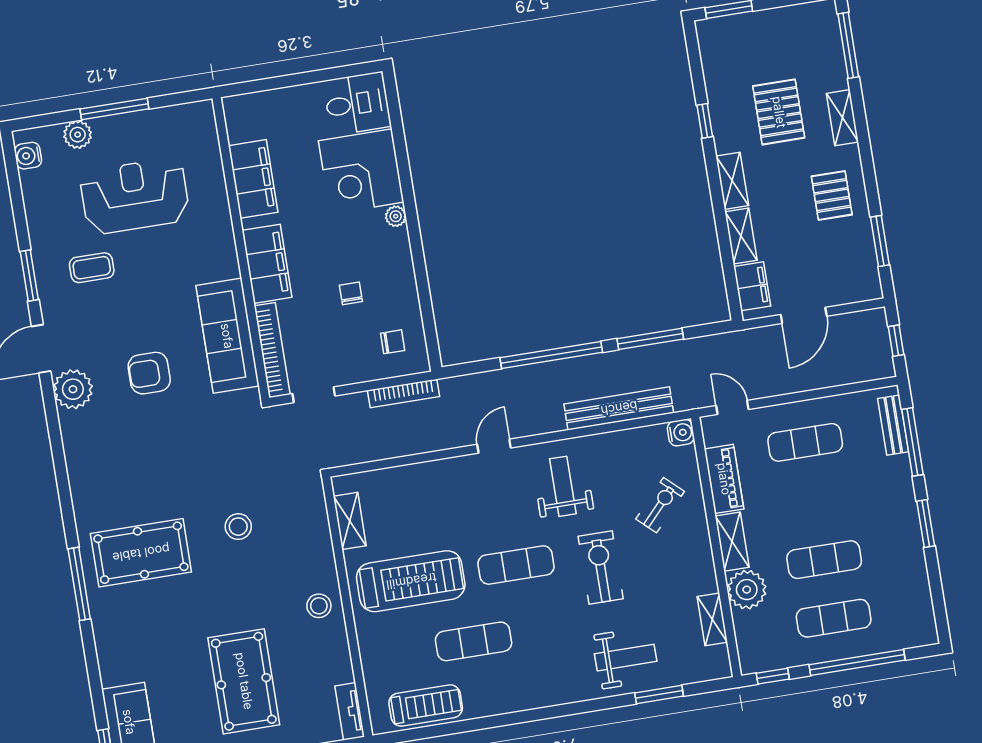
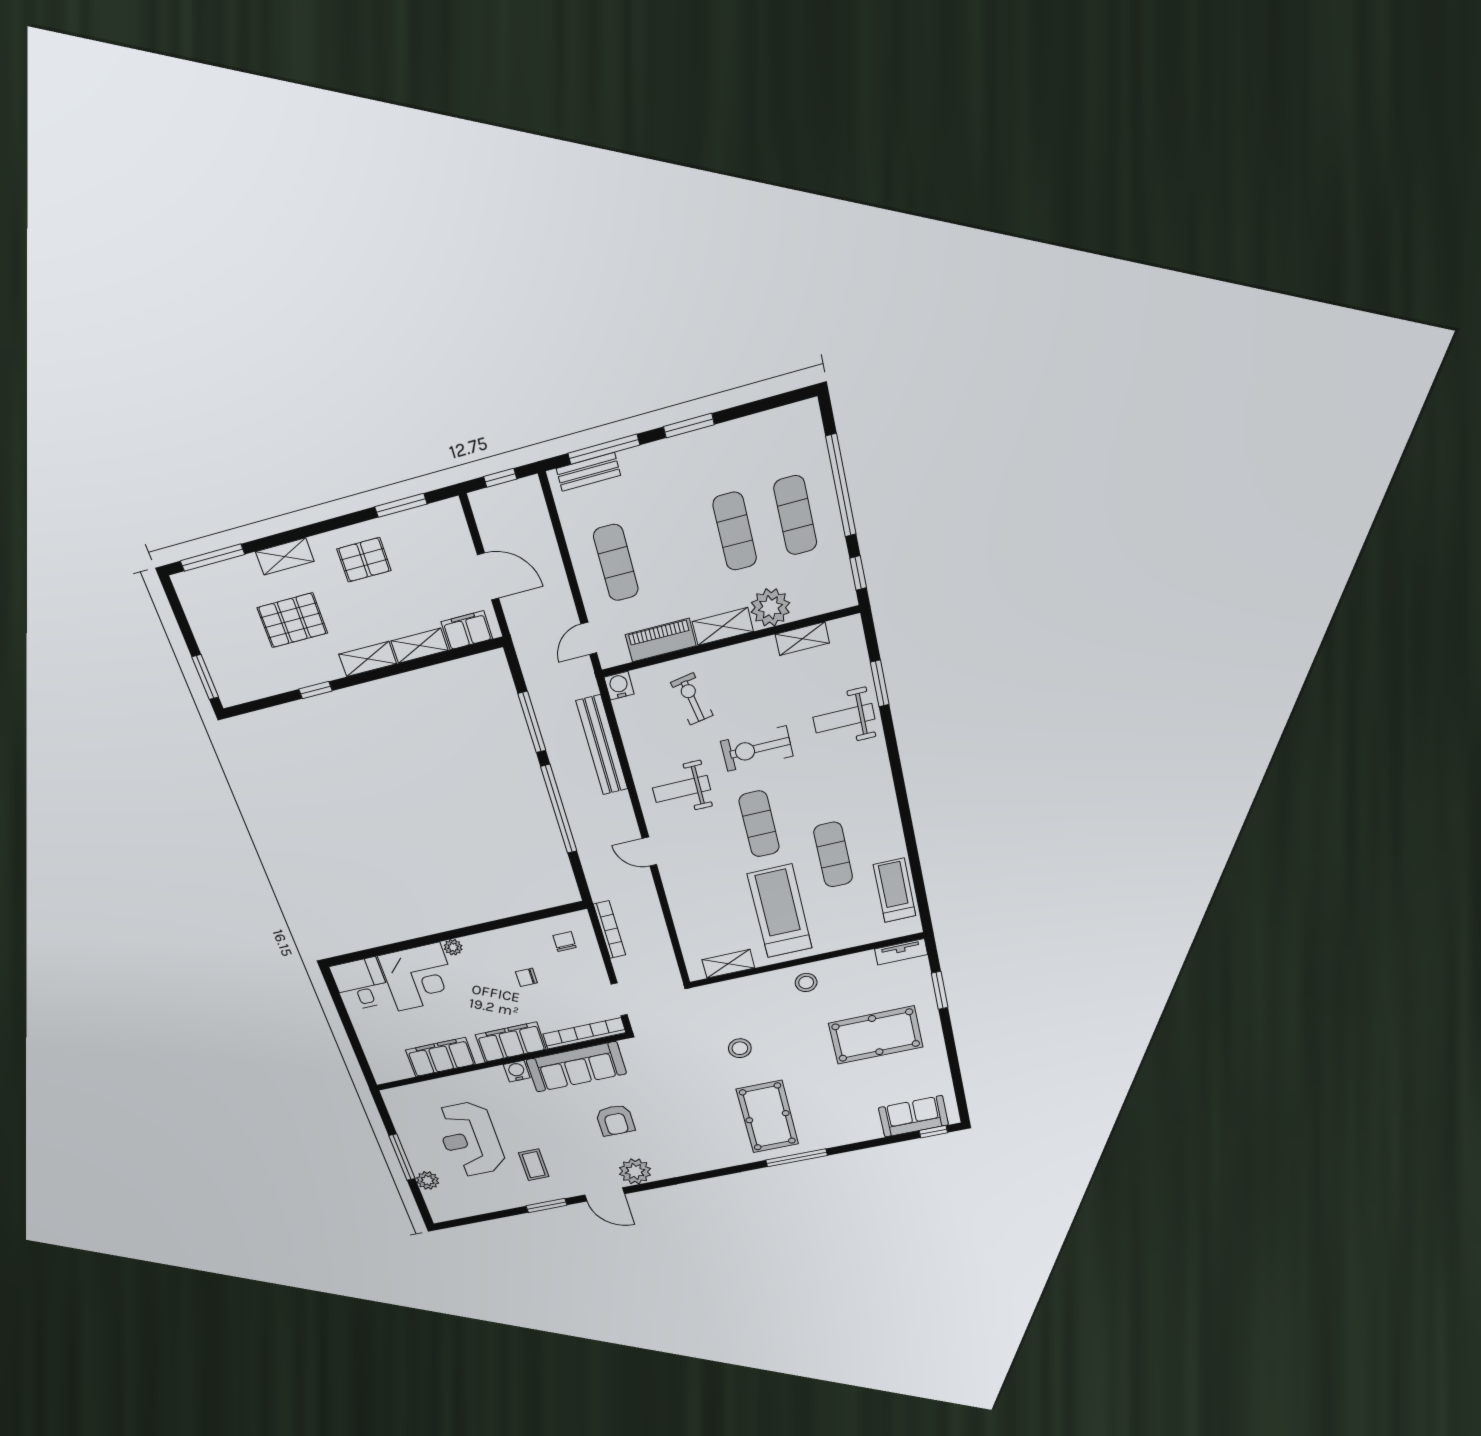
water cooler: (28, 156) -> (517, 1071), moved, turned 180
exercise bike: (660, 505) -> (692, 699), turned 37
weight bench: (626, 658) -> (844, 718), turned -90

